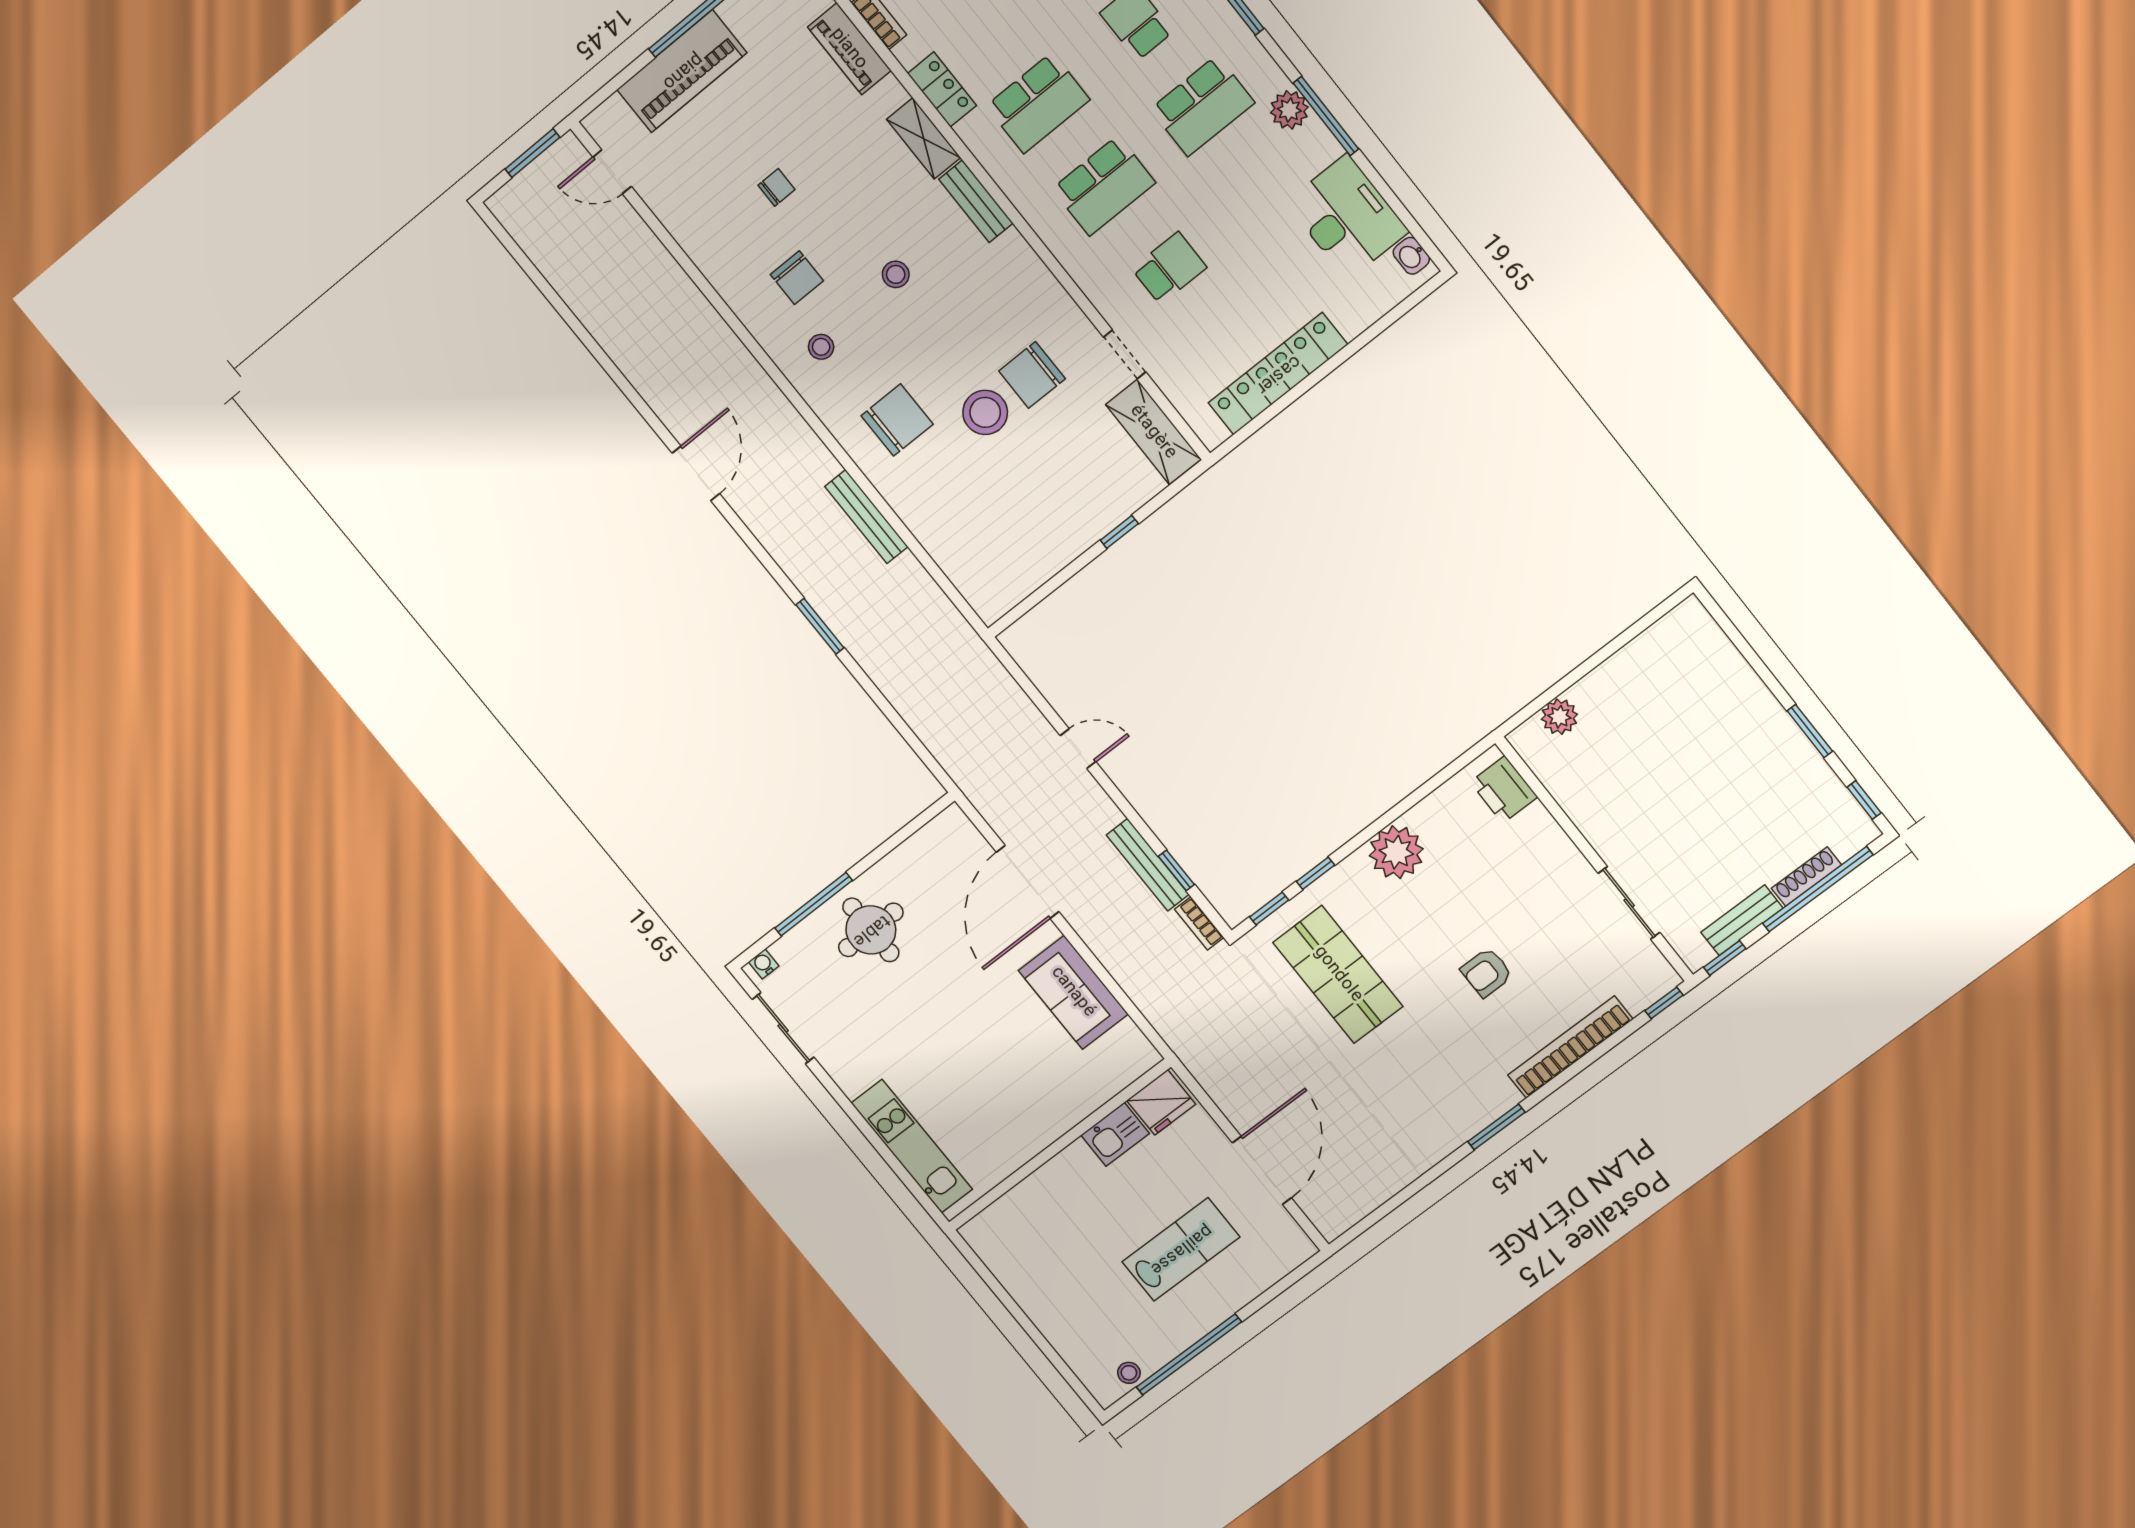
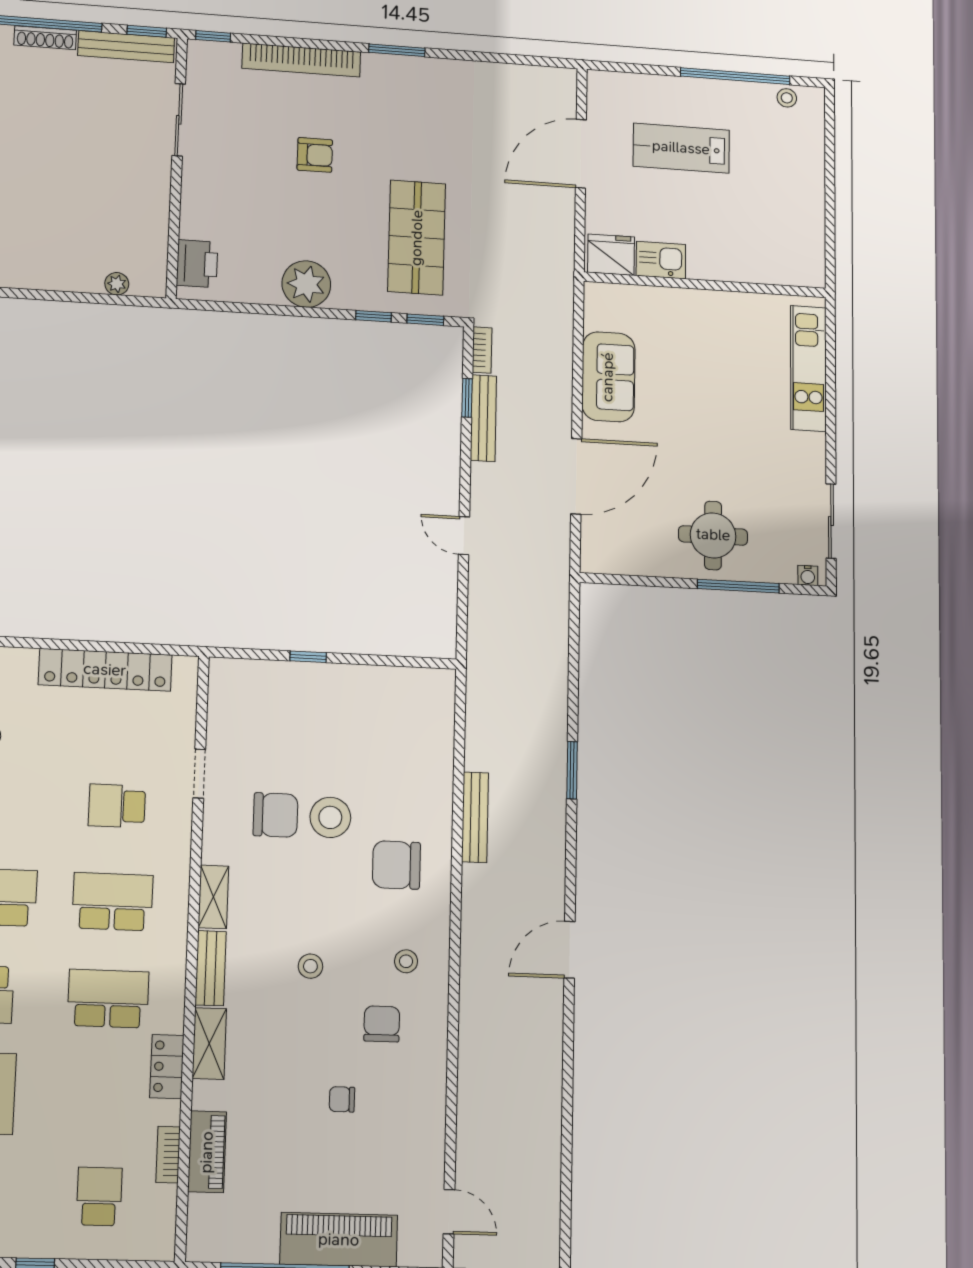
shelving: (1153, 432) -> (213, 897), moved, width x0.67, depth x0.75
plant: (1559, 717) -> (117, 284), width x0.73, depth x0.73
bench: (1742, 920) -> (126, 47), width x1.36

